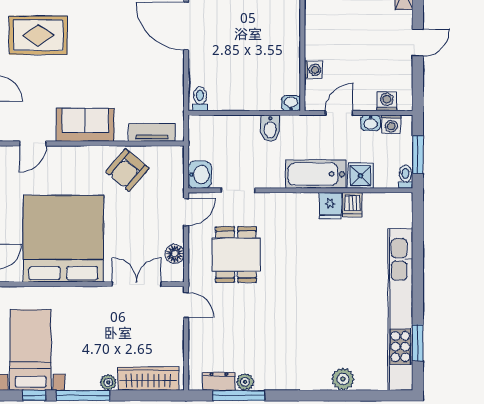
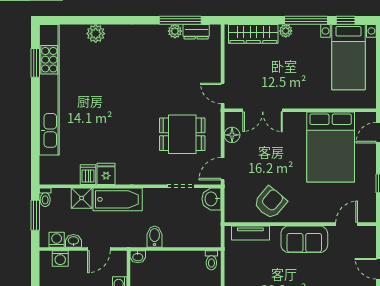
bed: (63, 239) -> (331, 147), width x0.73
dining table: (236, 255) -> (182, 134), turned 90

